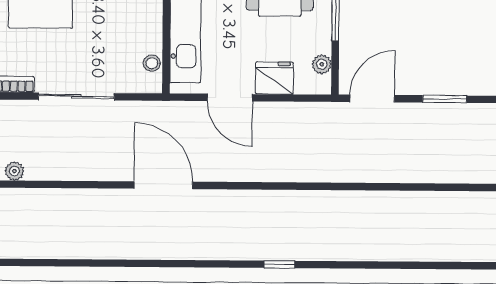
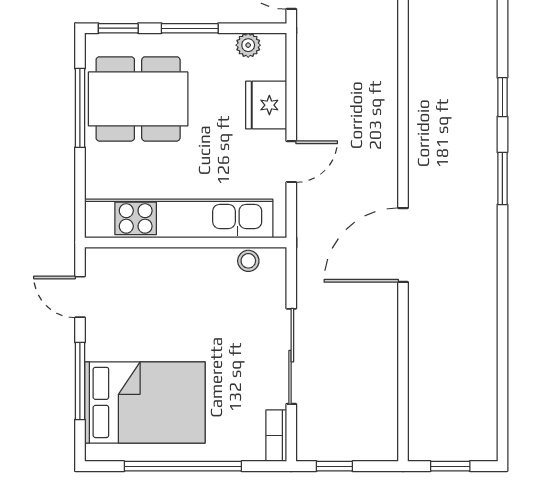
door: (230, 98) -> (291, 162), width x0.73
plant: (14, 171) -> (386, 434), removed
window: (215, 264) -> (502, 178), added

